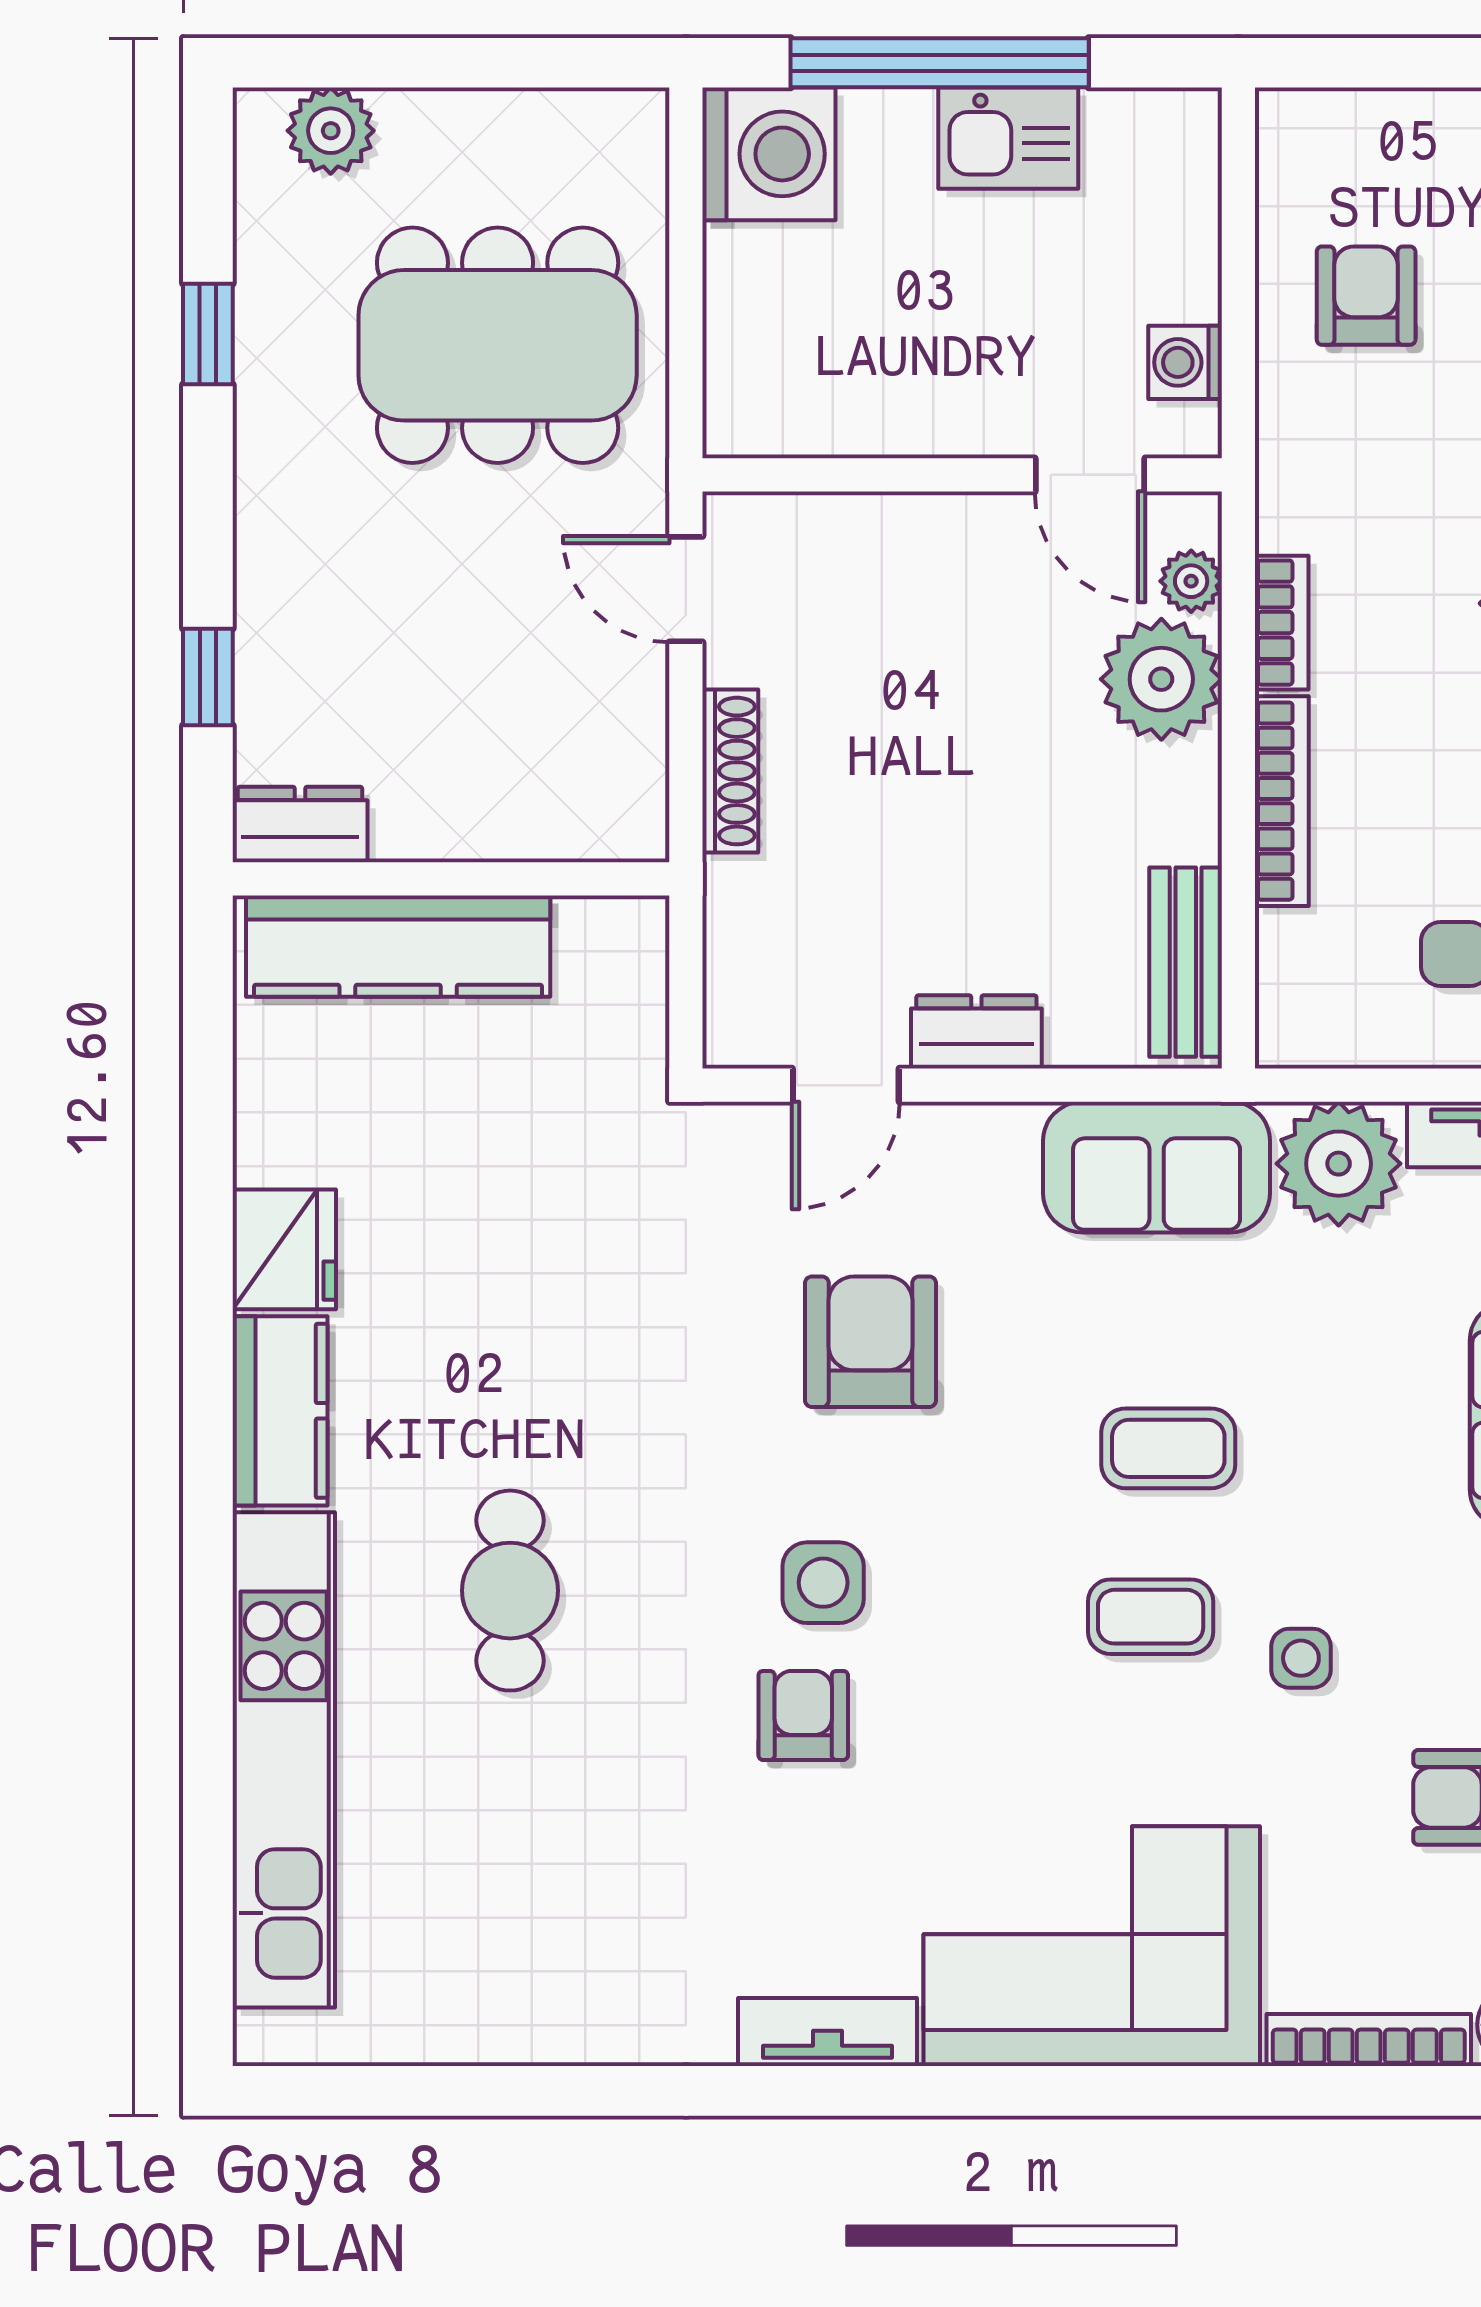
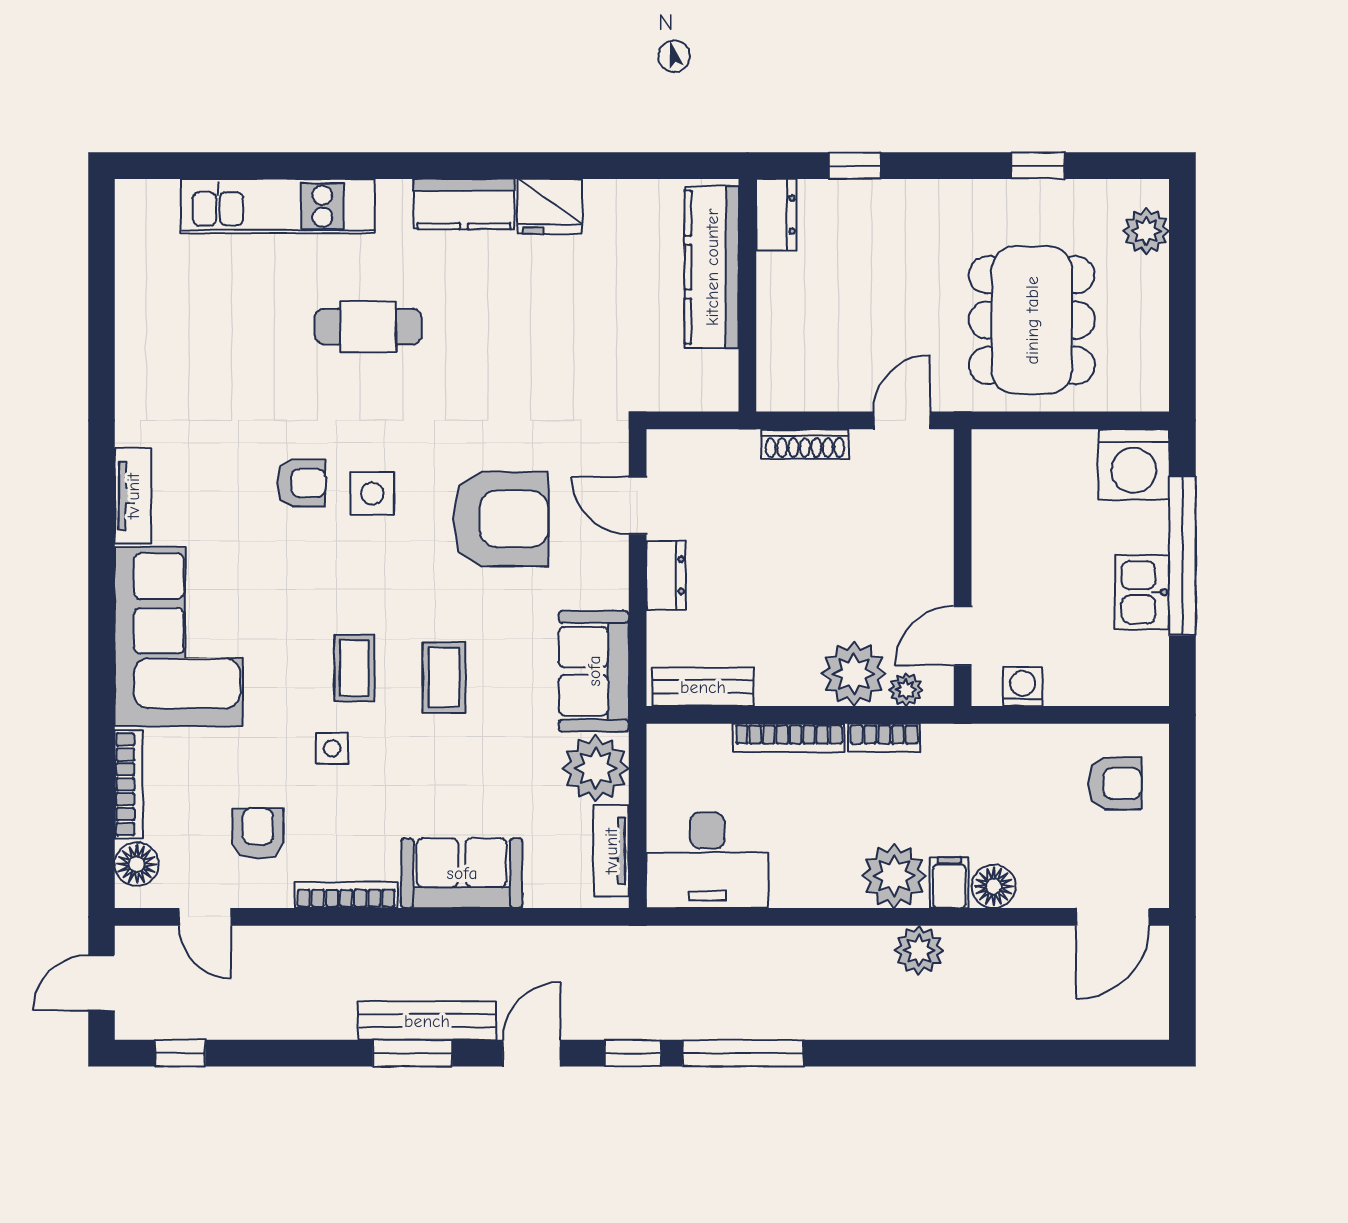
armchair: (1366, 296) -> (1115, 783), moved
armchair: (871, 1342) -> (501, 519), width x1.36, depth x1.36
kitchen unit: (284, 1760) -> (278, 206), width x0.73

